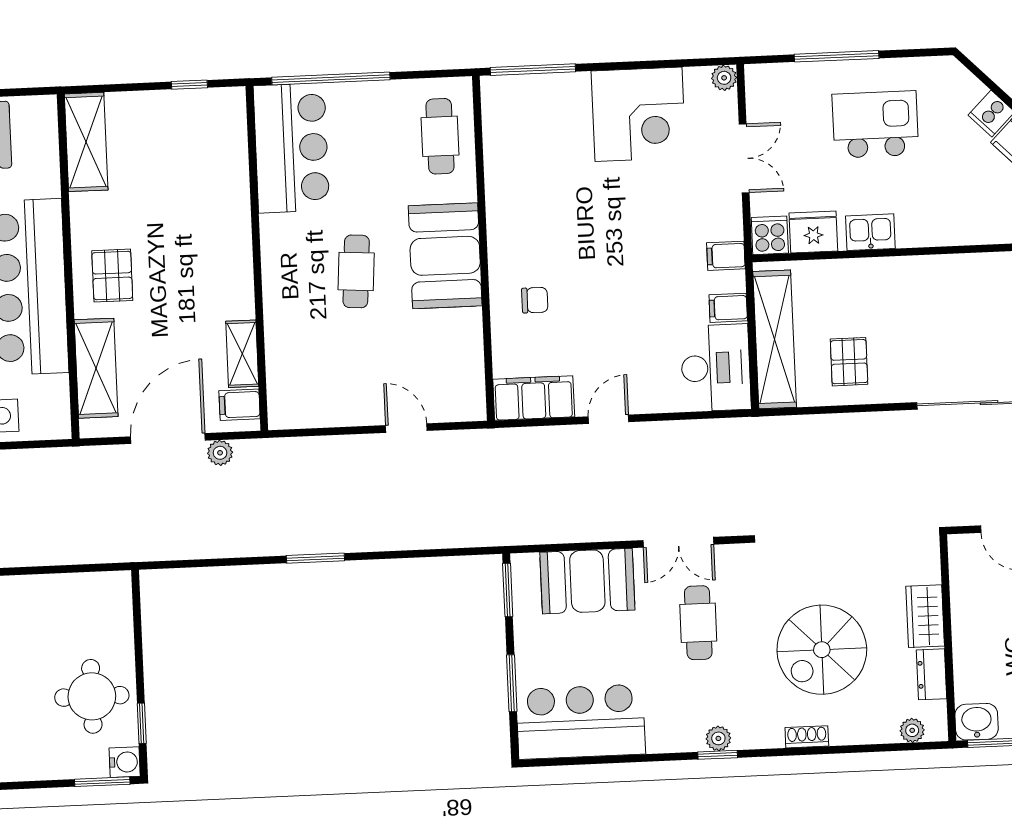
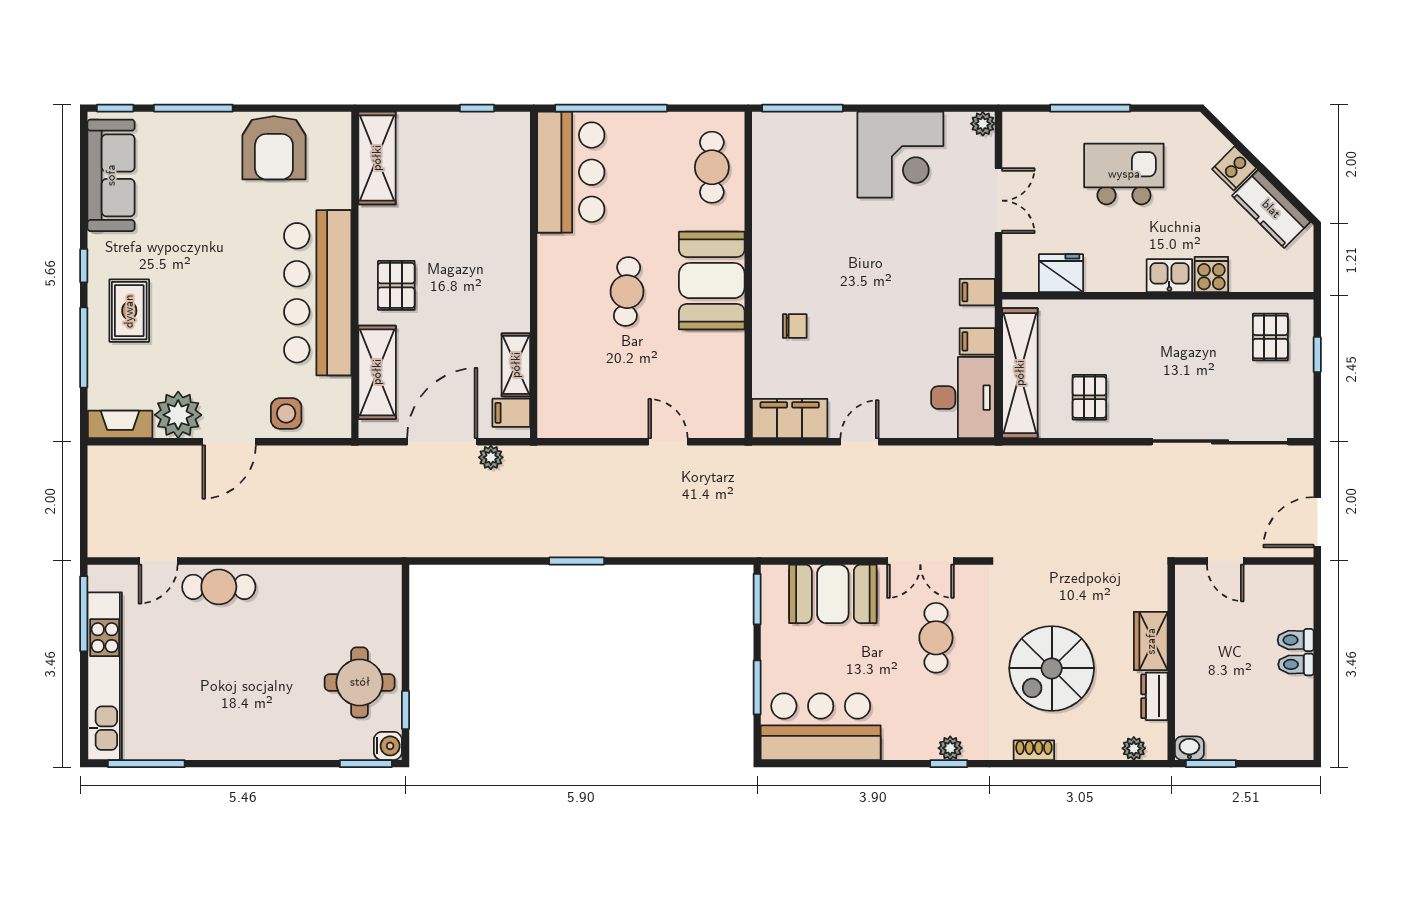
kitchen sink: (870, 232) -> (1169, 276), moved
cooker: (770, 235) -> (1211, 275), moved
washbasin: (977, 722) -> (1189, 748), width x0.72, depth x0.69

